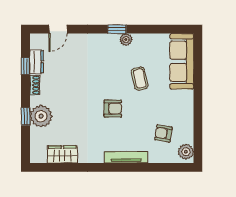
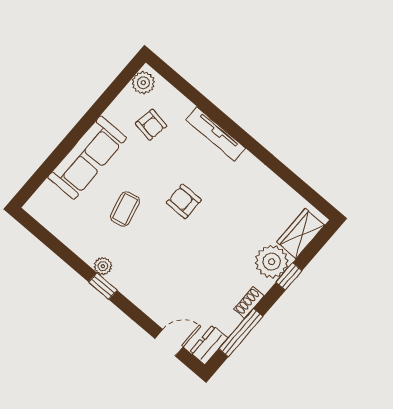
sofa: (182, 61) -> (87, 158), moved
dresser: (37, 62) -> (209, 345), moved
window: (26, 66) -> (241, 333), width x2.17
wardrobe: (62, 154) -> (301, 233), moved, turned 90

